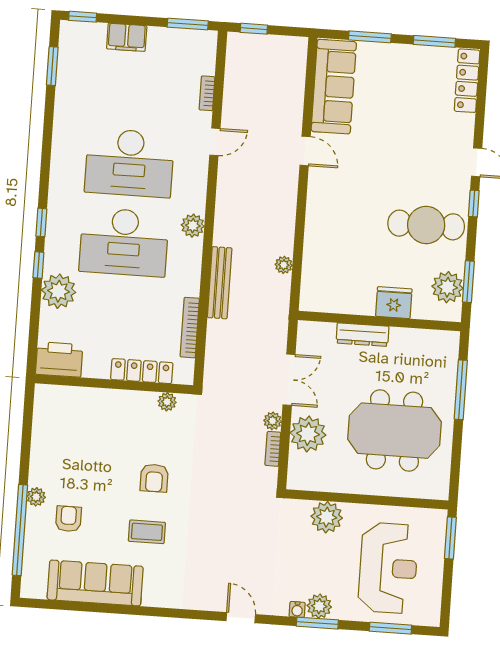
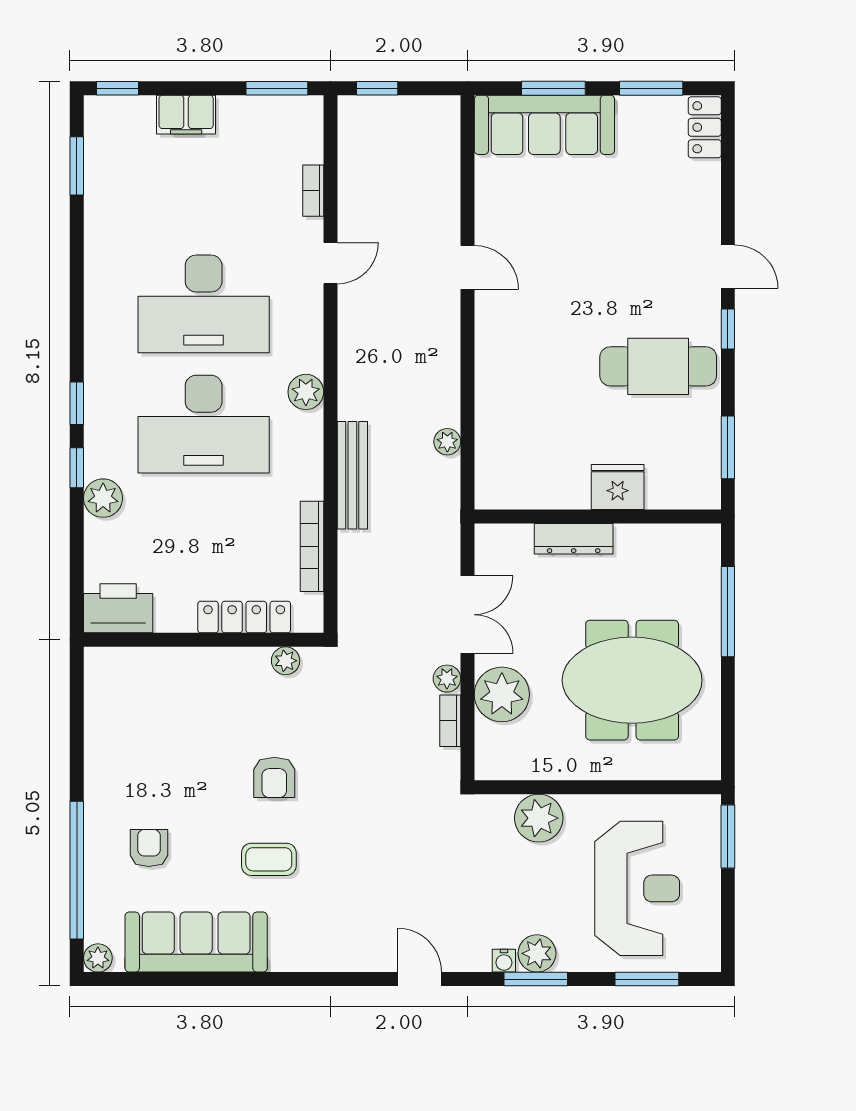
locker: (467, 81) -> (705, 127), width x0.66
sofa: (334, 87) -> (544, 125), moved, turned 90
plant: (448, 287) -> (697, 458), removed
plant: (59, 291) -> (103, 498), width x0.73, depth x0.73
plant: (36, 497) -> (98, 958), moved

